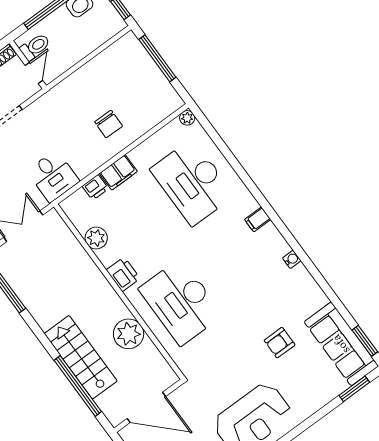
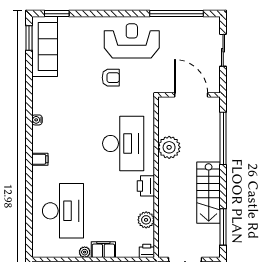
plant: (187, 118) -> (85, 252), moved
printer: (95, 187) -> (147, 251), moved
armchair: (280, 343) -> (111, 78), moved
stairs: (81, 357) -> (209, 193), moved

